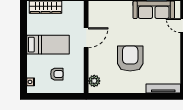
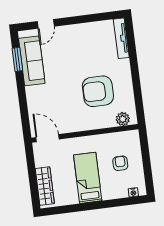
door: (86, 38) -> (48, 138), moved
armchair: (130, 59) -> (98, 91), moved

